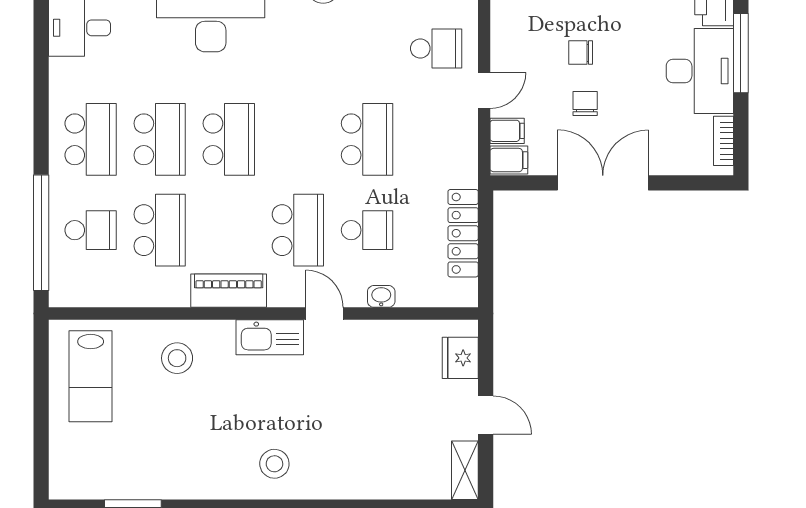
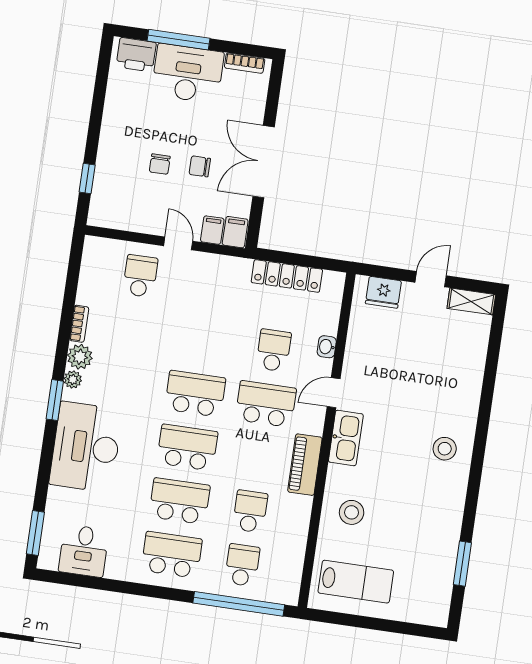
school desk: (367, 139) -> (195, 394), moved
school desk: (160, 230) -> (250, 511), width x0.54

